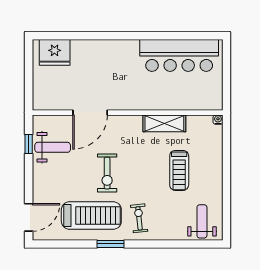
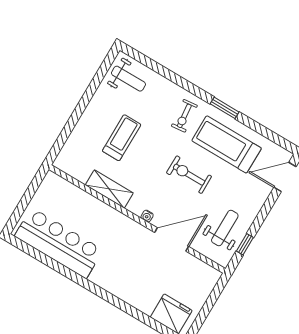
water cooler: (218, 120) -> (147, 216), moved
weight bench: (53, 147) -> (225, 228), turned 90
exercise bike: (107, 173) -> (189, 175), turned -90
weight bench: (202, 221) -> (128, 79), turned -90

